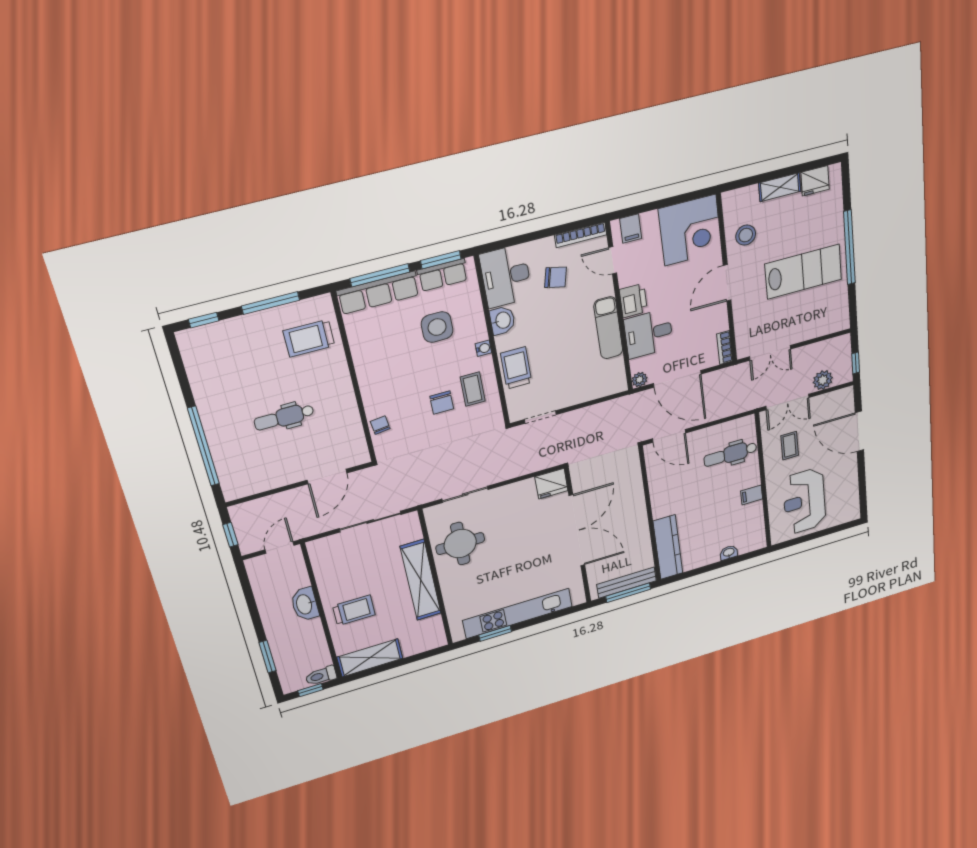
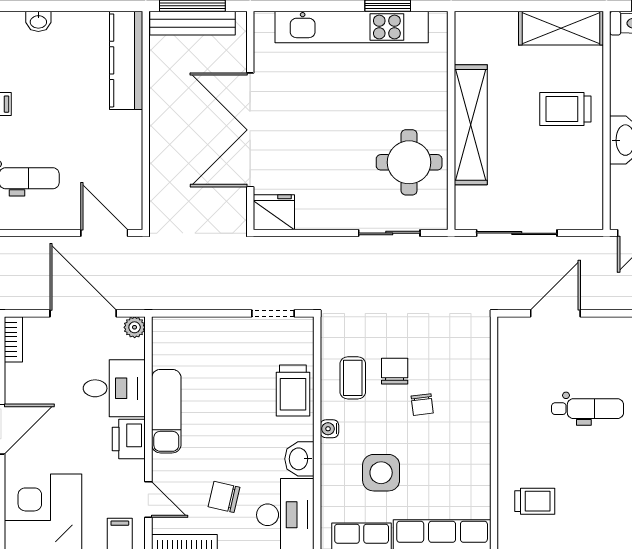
trolley: (309, 338) -> (535, 501), width x0.73, depth x0.72
chair: (380, 425) -> (422, 405), moved

